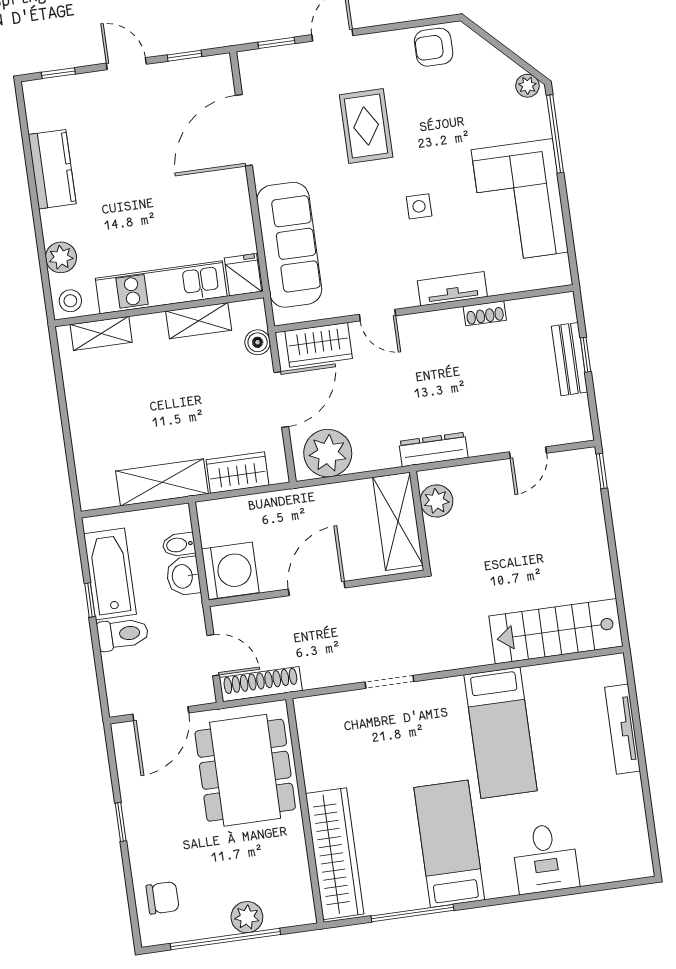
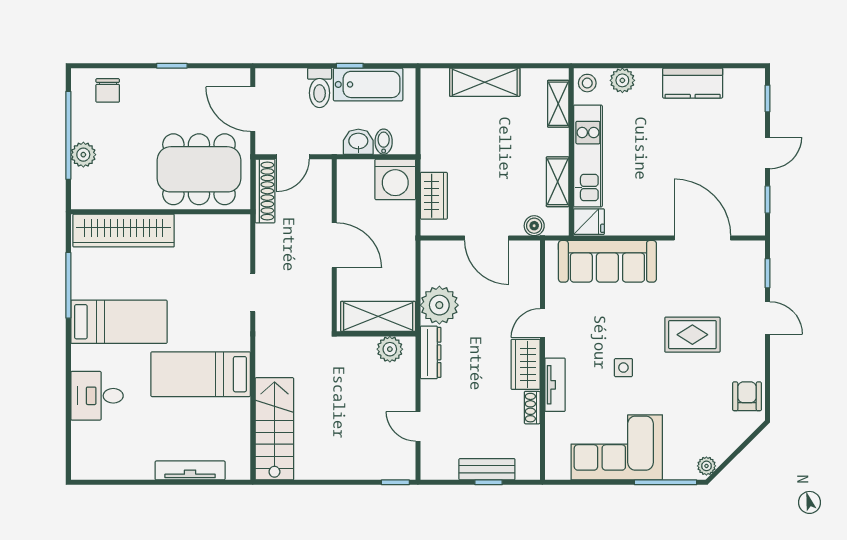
wardrobe: (319, 345) -> (526, 364), moved
plant: (328, 453) -> (439, 305), moved
shelving: (162, 482) -> (485, 82), moved, turned 90
washing machine: (230, 571) -> (395, 179), moved

